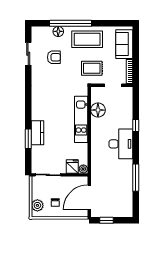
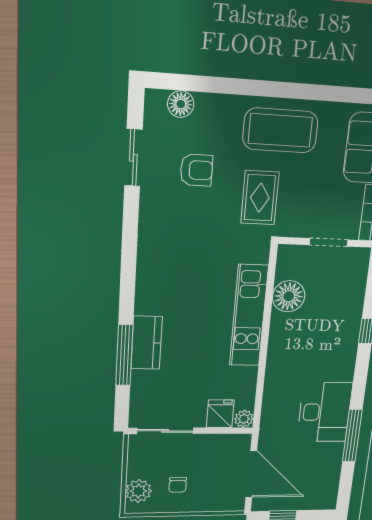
window: (71, 23) -> (244, 87), removed
floor lamp: (58, 31) -> (181, 104), moved
rug: (92, 68) -> (260, 198), moved, turned 90
window: (28, 139) -> (124, 355), width x1.44
desk: (121, 144) -> (325, 412), moved
door: (89, 197) -> (251, 474), swing flipped

